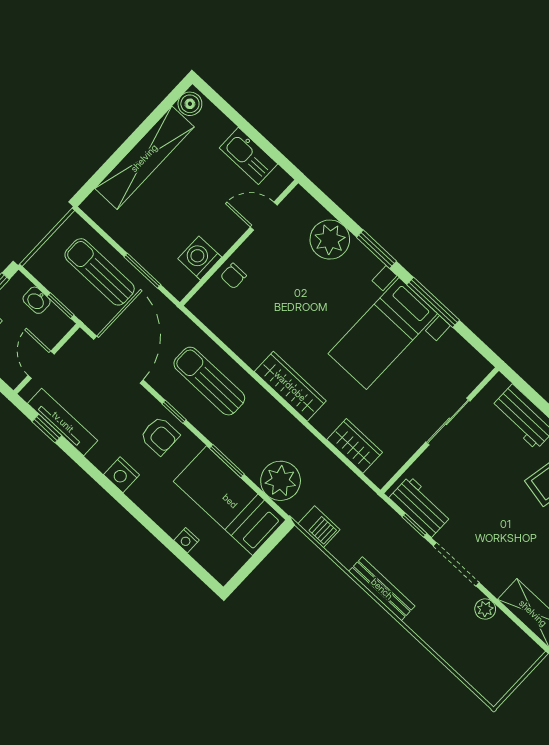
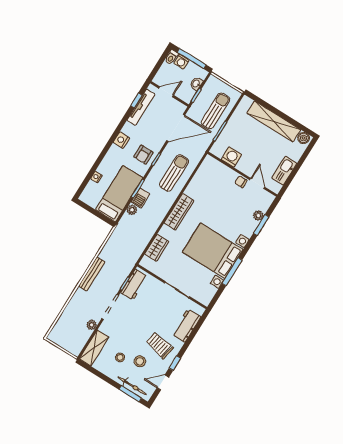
plant: (330, 240) -> (258, 215), width x0.53, depth x0.53
window: (376, 249) -> (261, 225), moved
chair: (233, 276) -> (241, 182), moved
bed with nightstands: (383, 334) -> (213, 251), width x1.36
plant: (281, 481) -> (132, 210), width x0.53, depth x0.53
barbecue: (319, 527) -> (140, 198), moved

